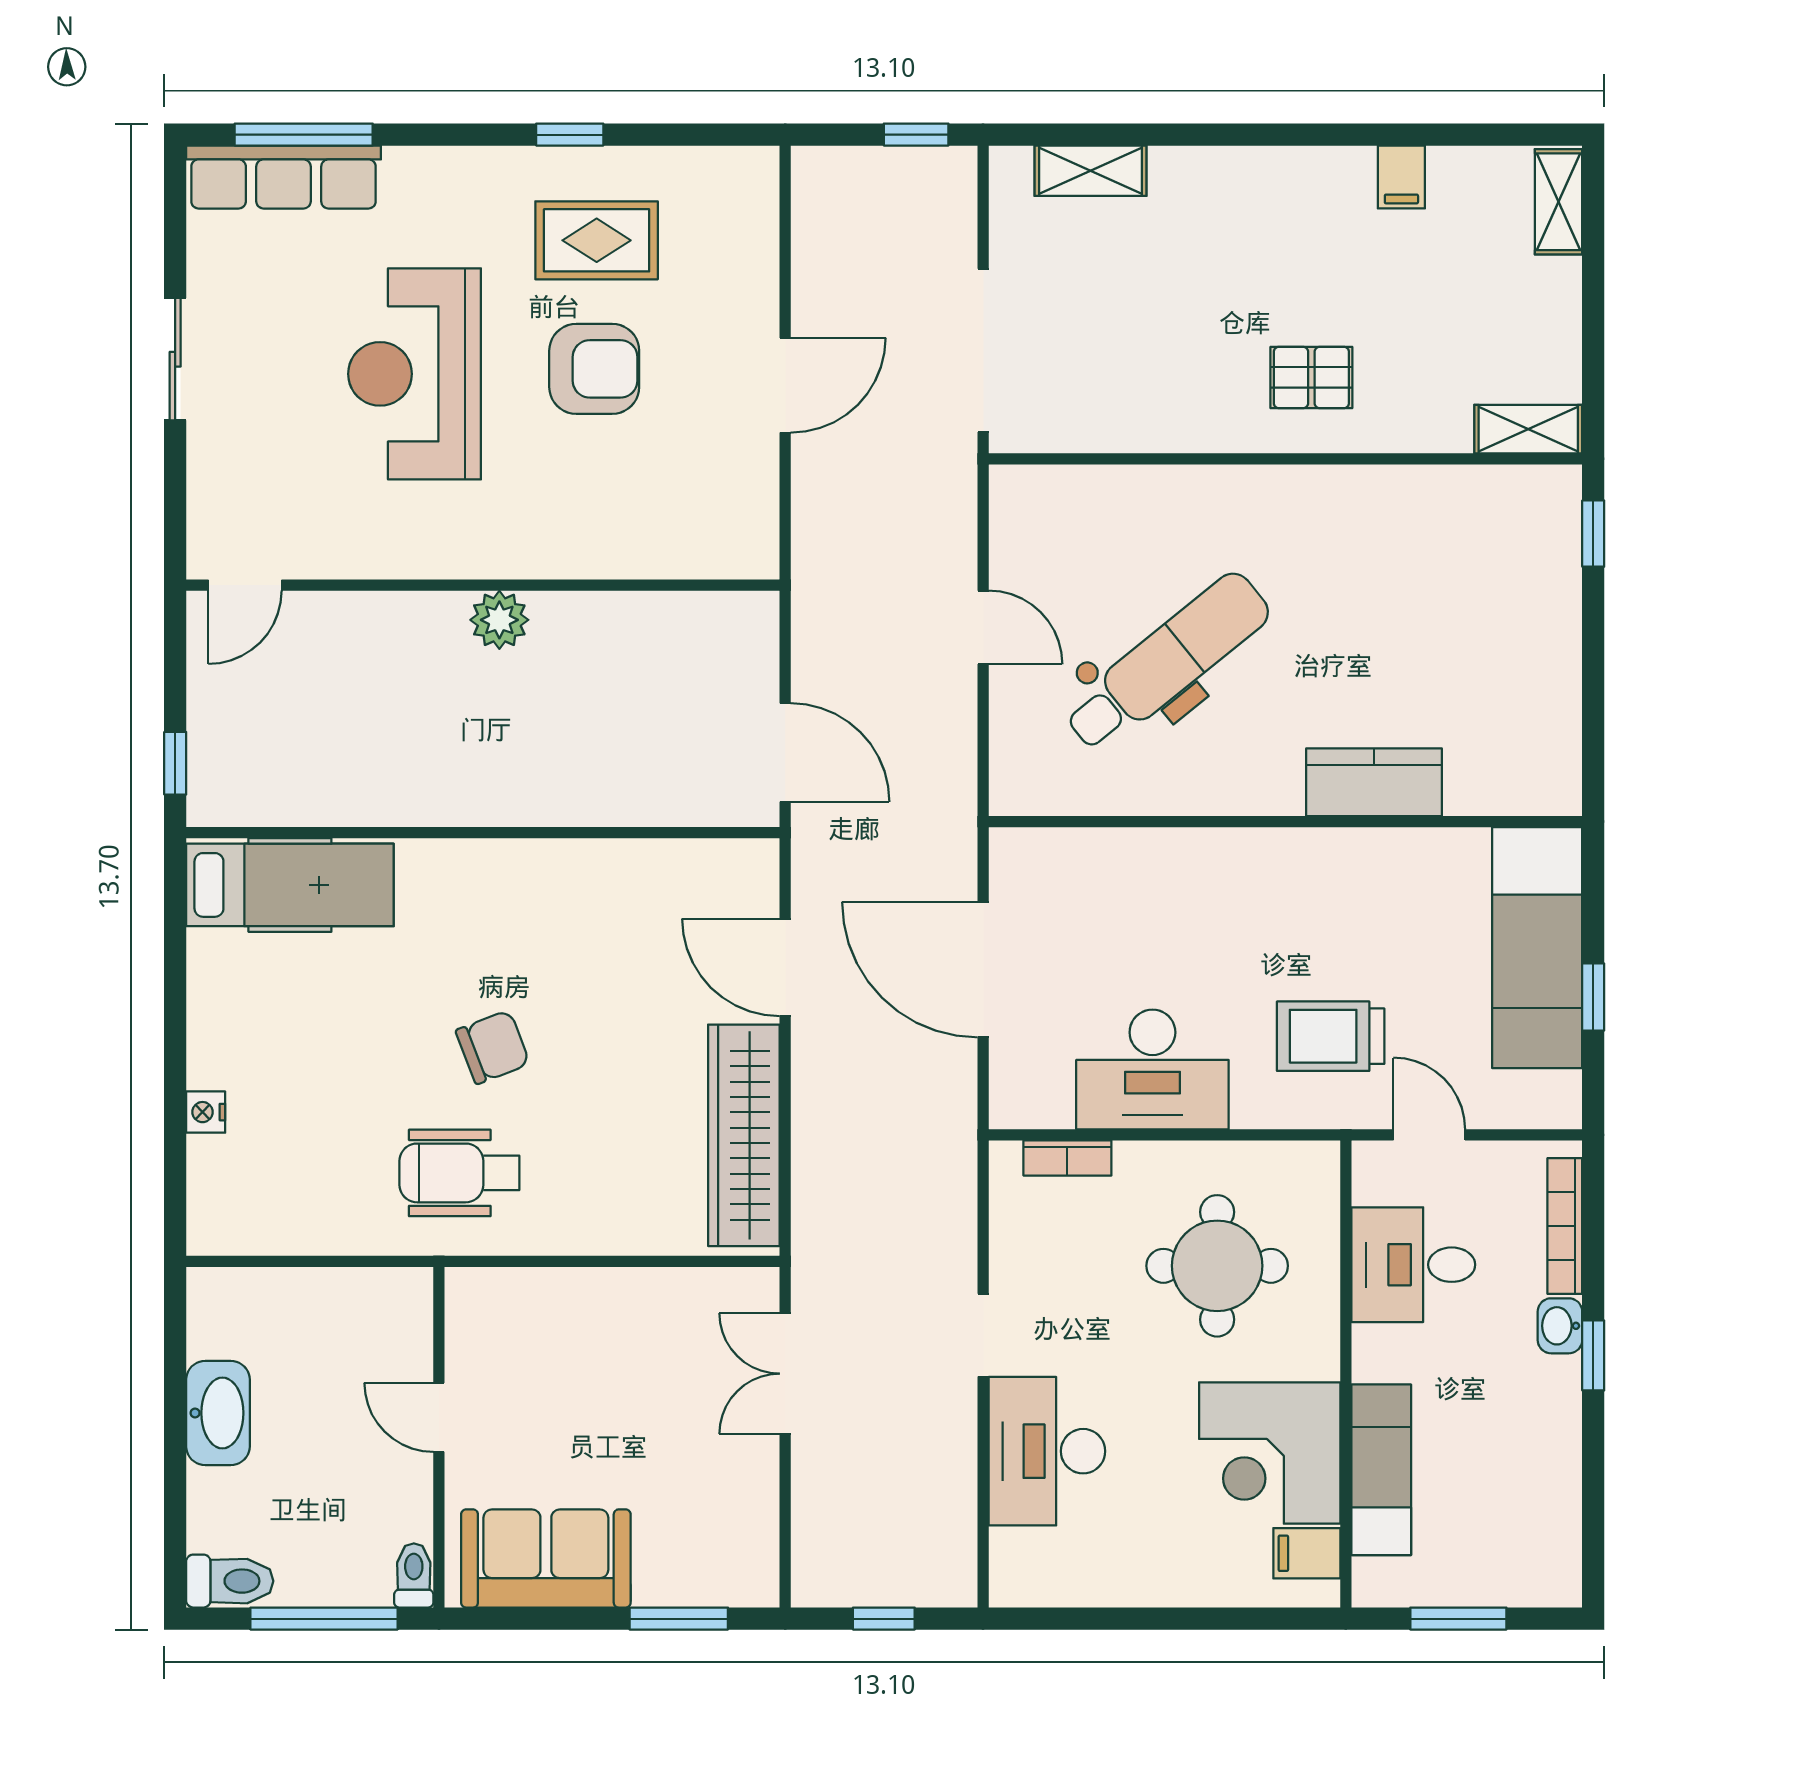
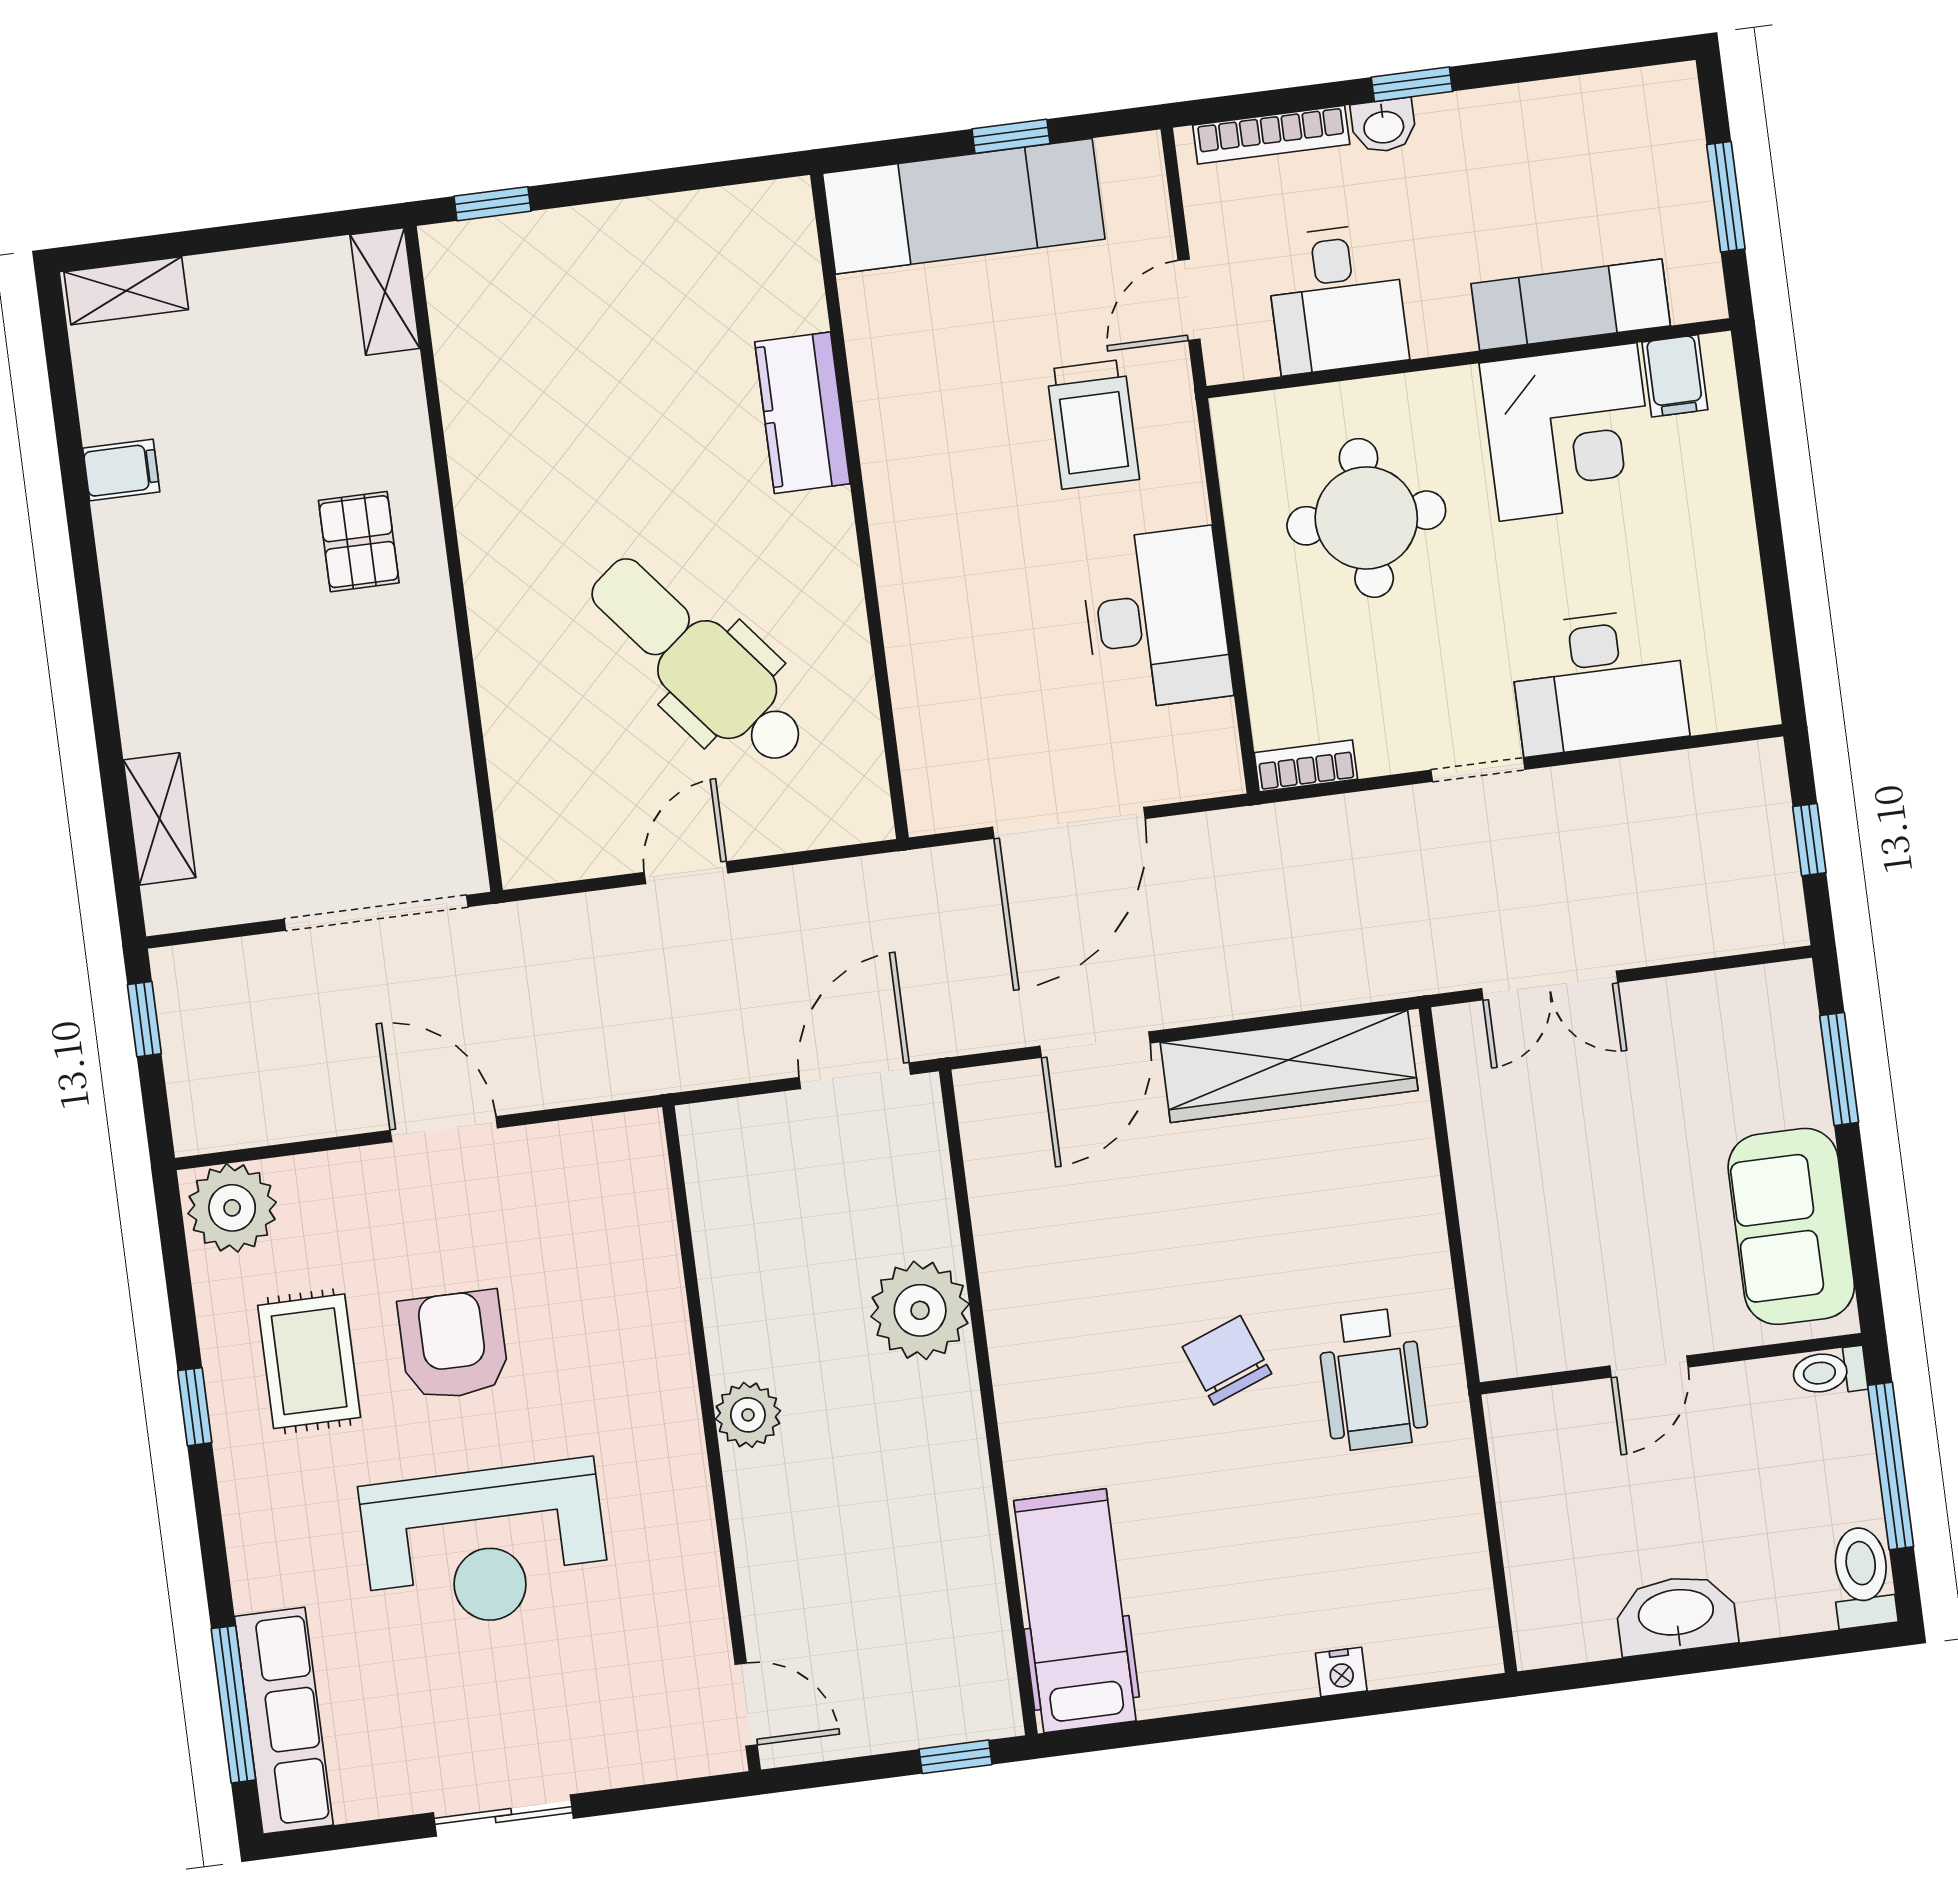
plant: (740, 190) -> (232, 1208), added
plant: (572, 783) -> (920, 1310), added
bookcase: (1067, 1158) -> (1306, 766), moved, turned -90

